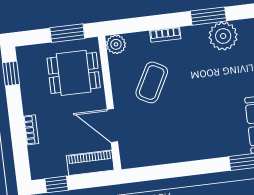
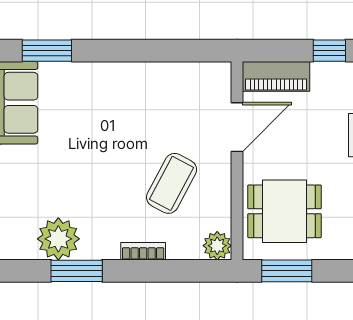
door: (112, 126) -> (237, 127), hinge flipped

